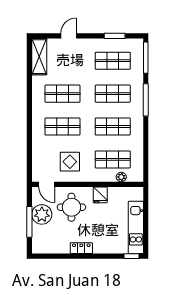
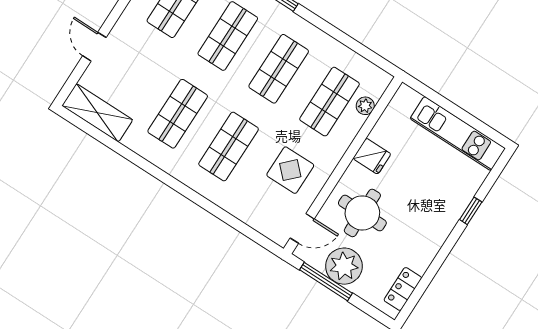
window: (29, 222) -> (326, 282), moved
locker: (81, 248) -> (403, 289), moved
window: (132, 256) -> (471, 211), moved

